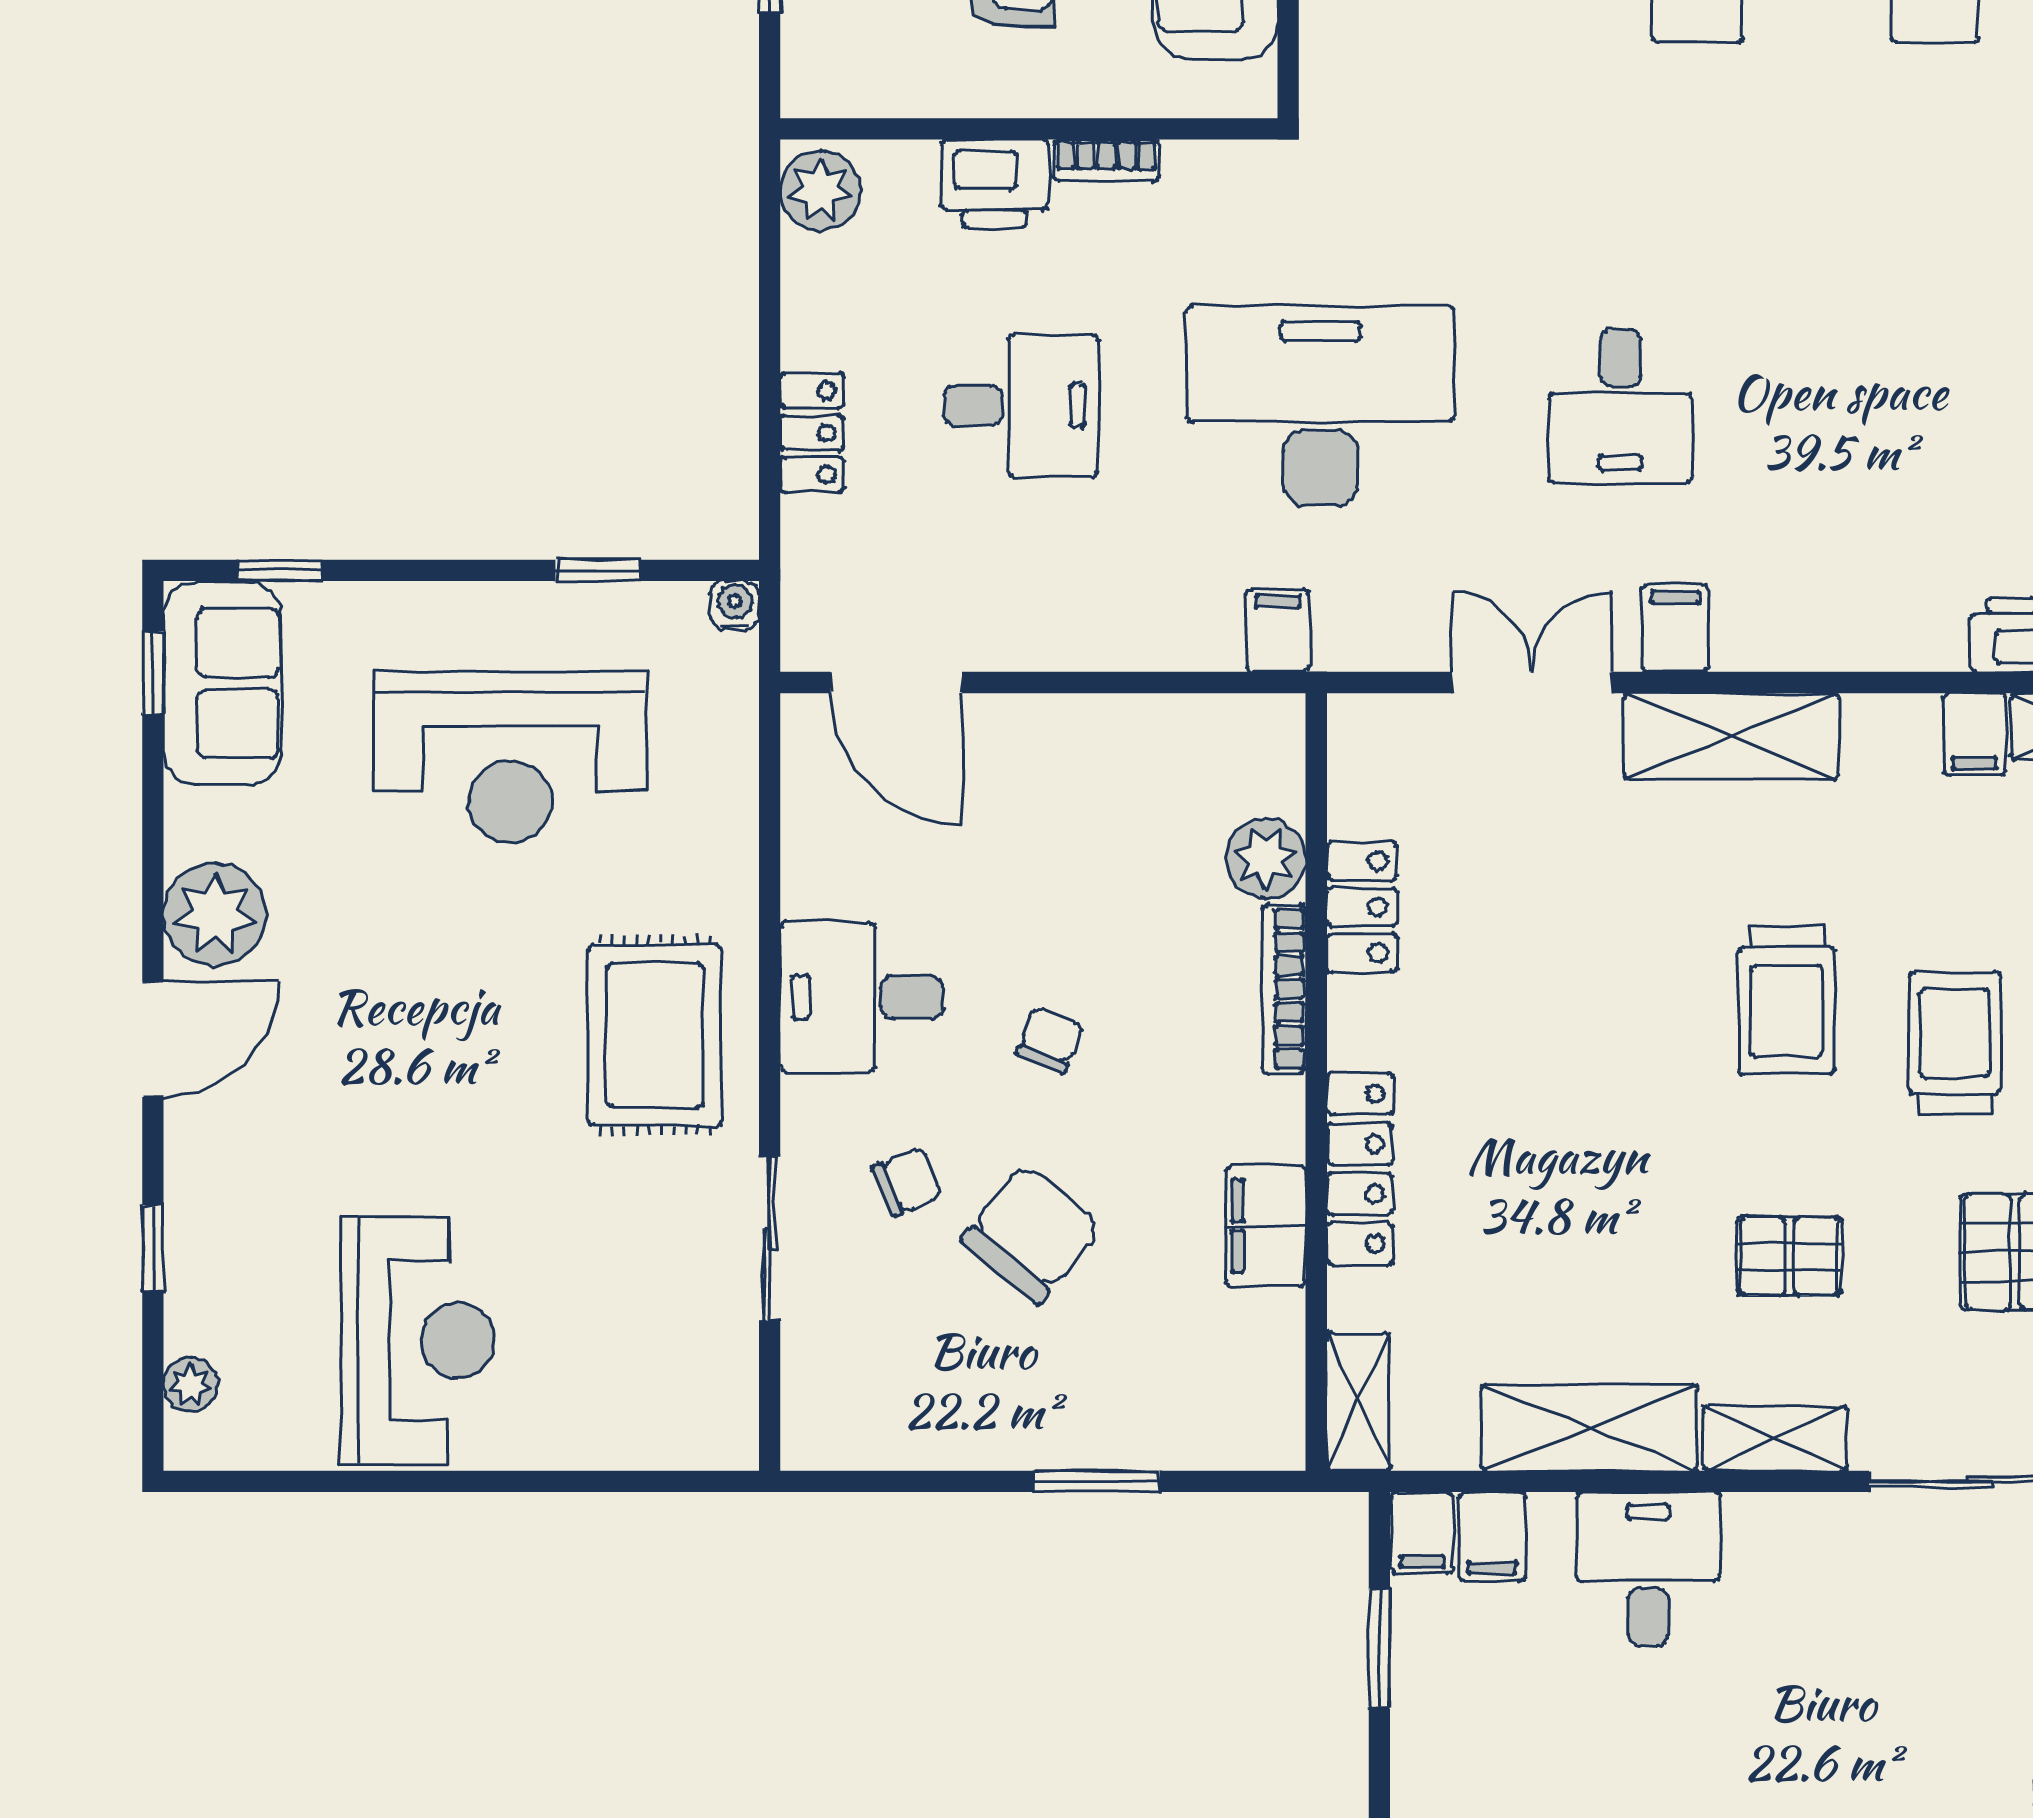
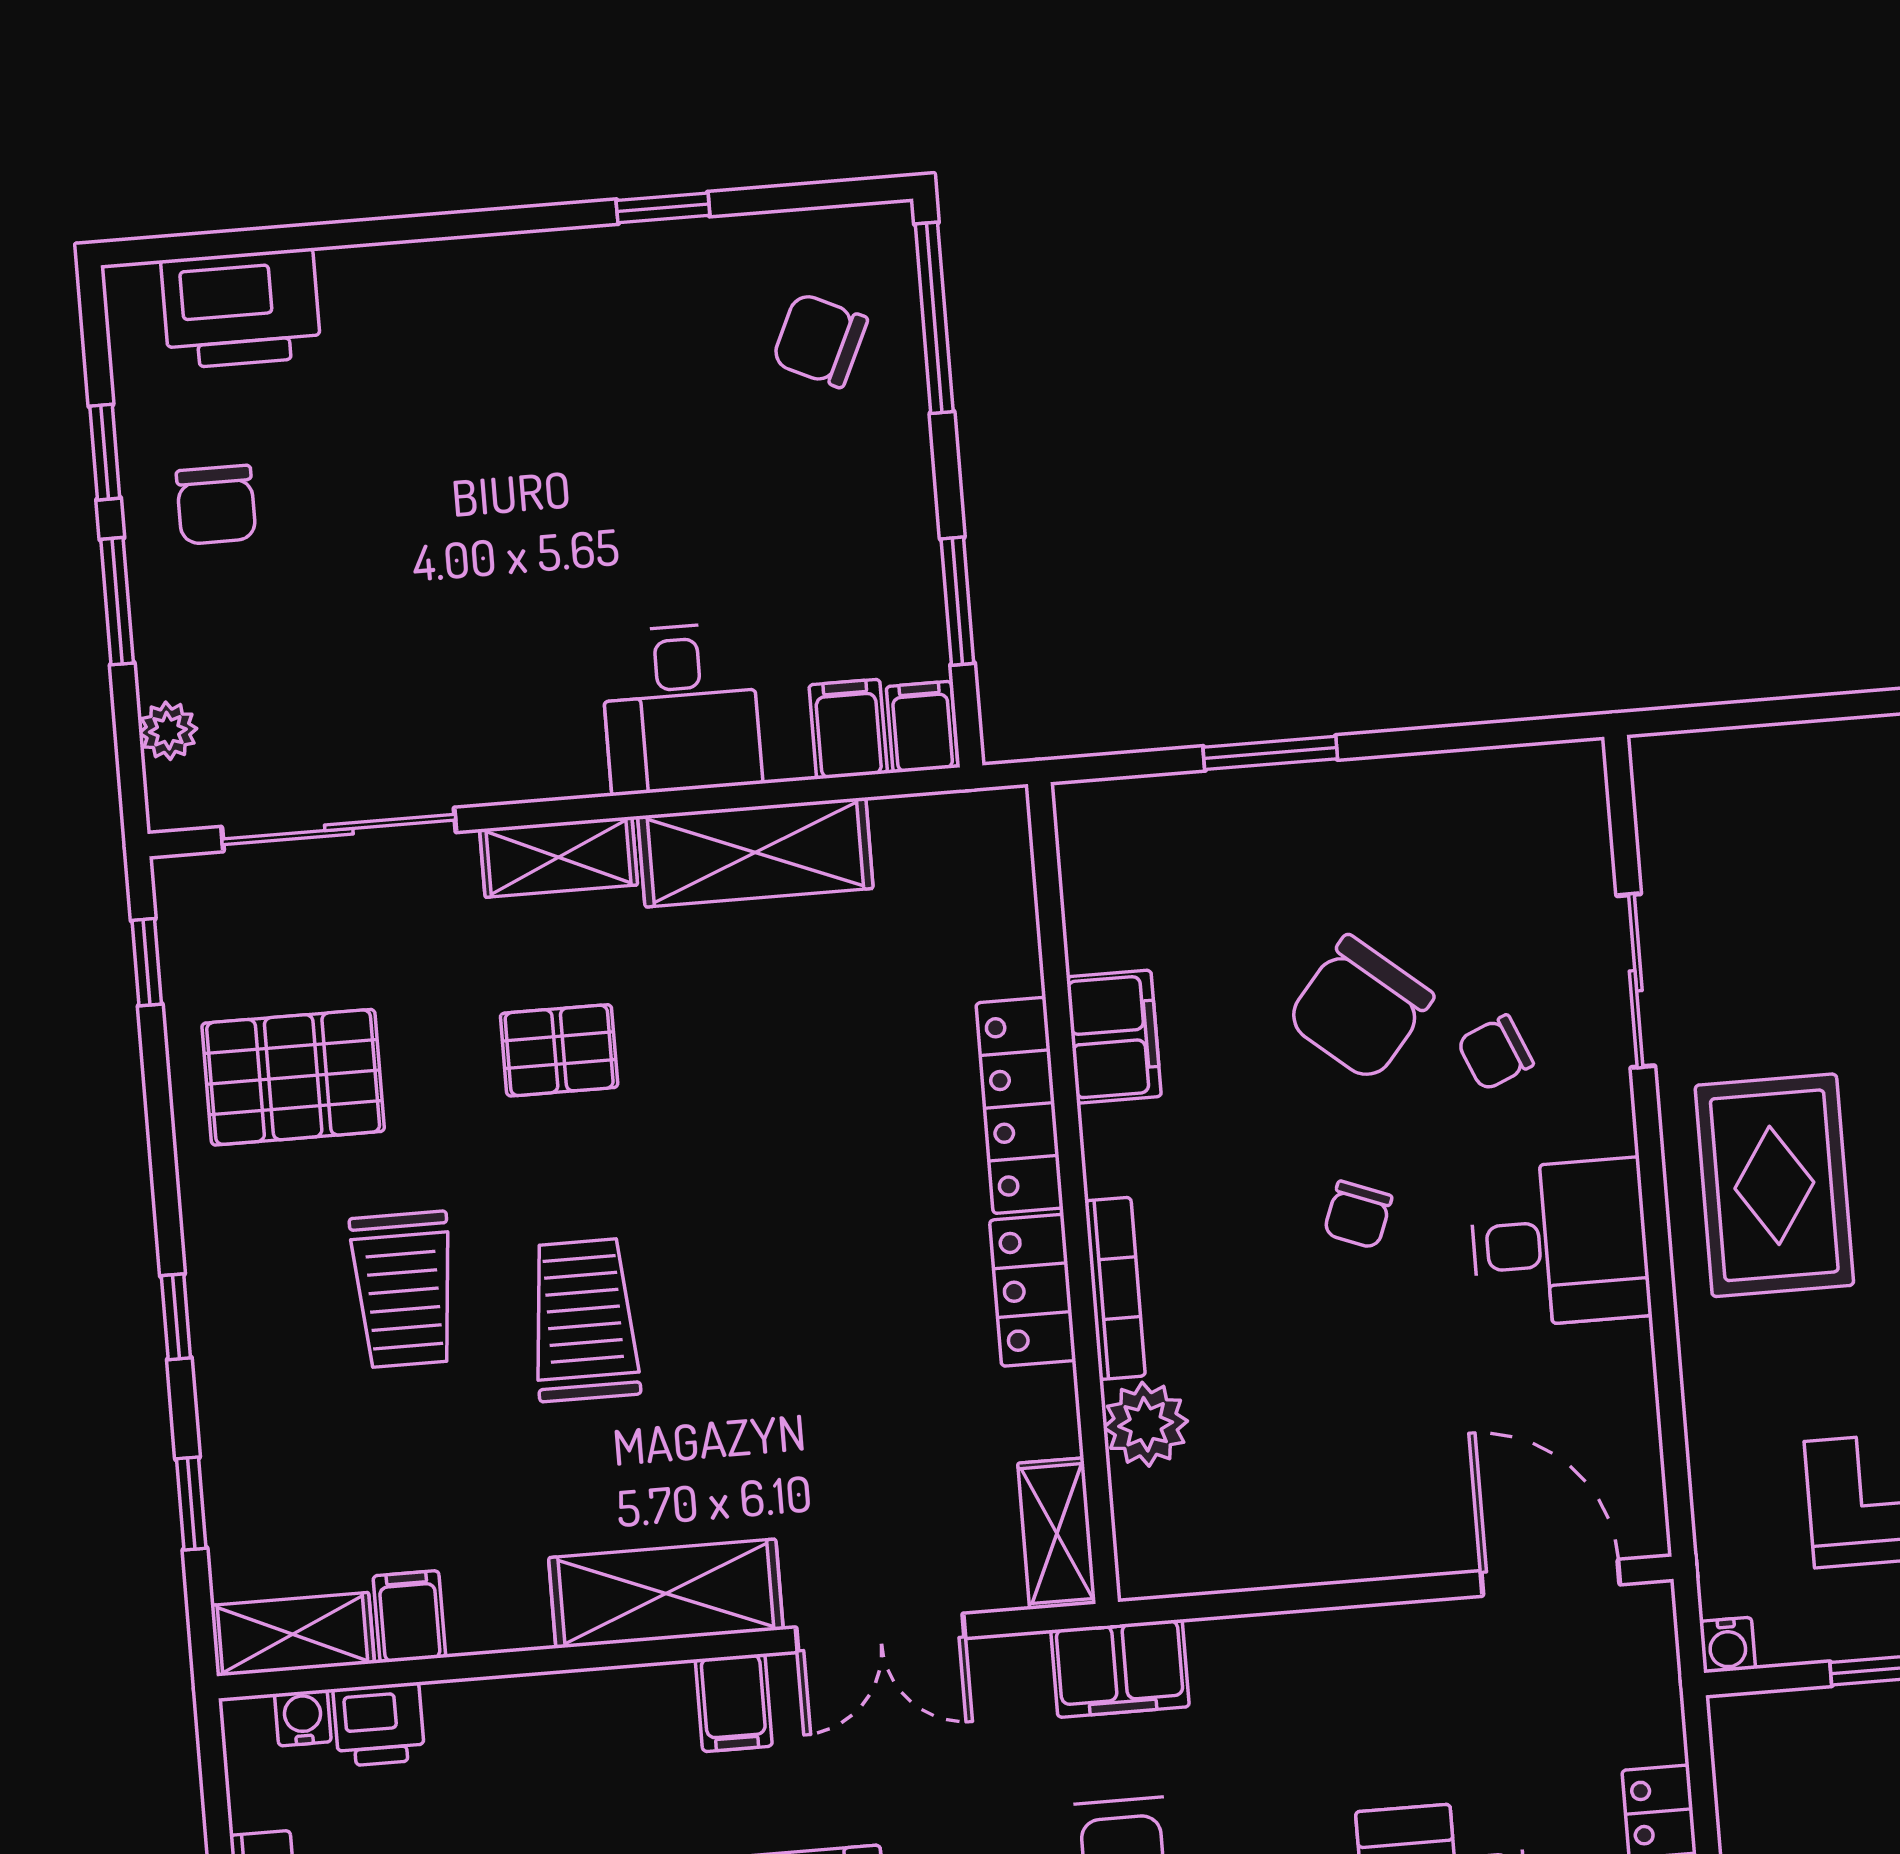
filing cabinet: (1278, 630) -> (1120, 1668), width x2.00
locker: (1362, 907) -> (1033, 1290), moved
shelving: (1358, 1402) -> (1057, 1534), moved

